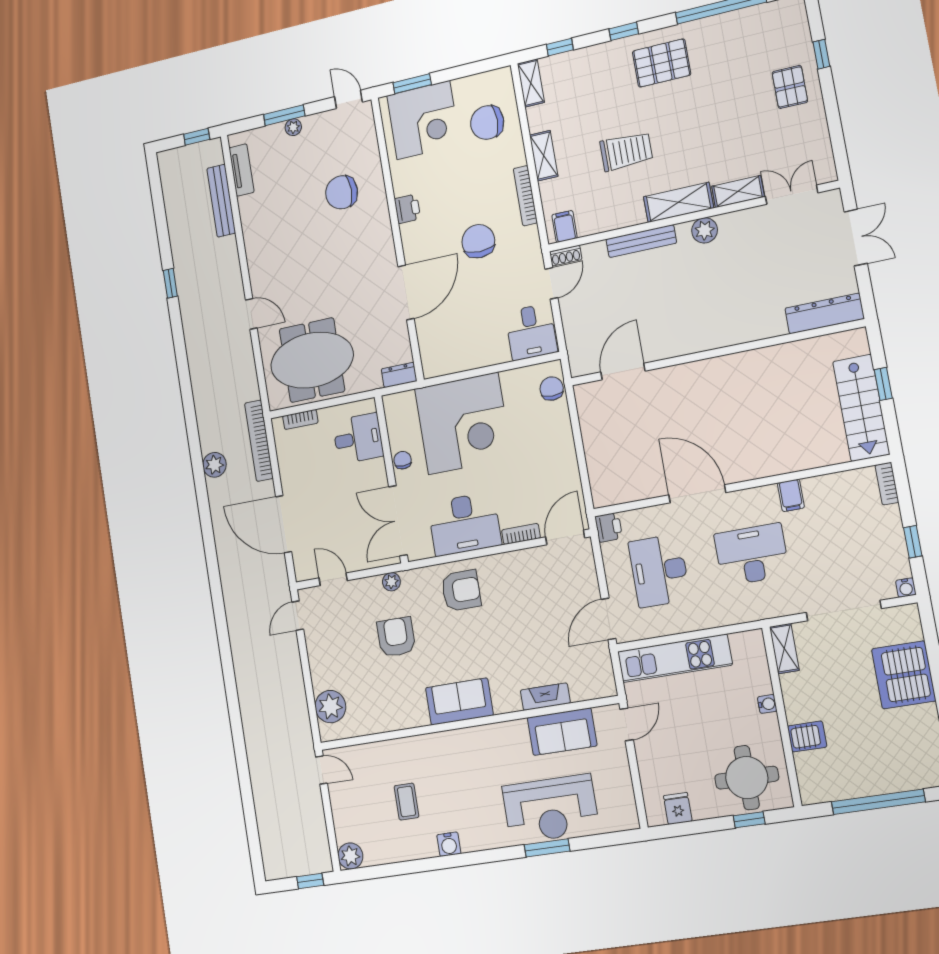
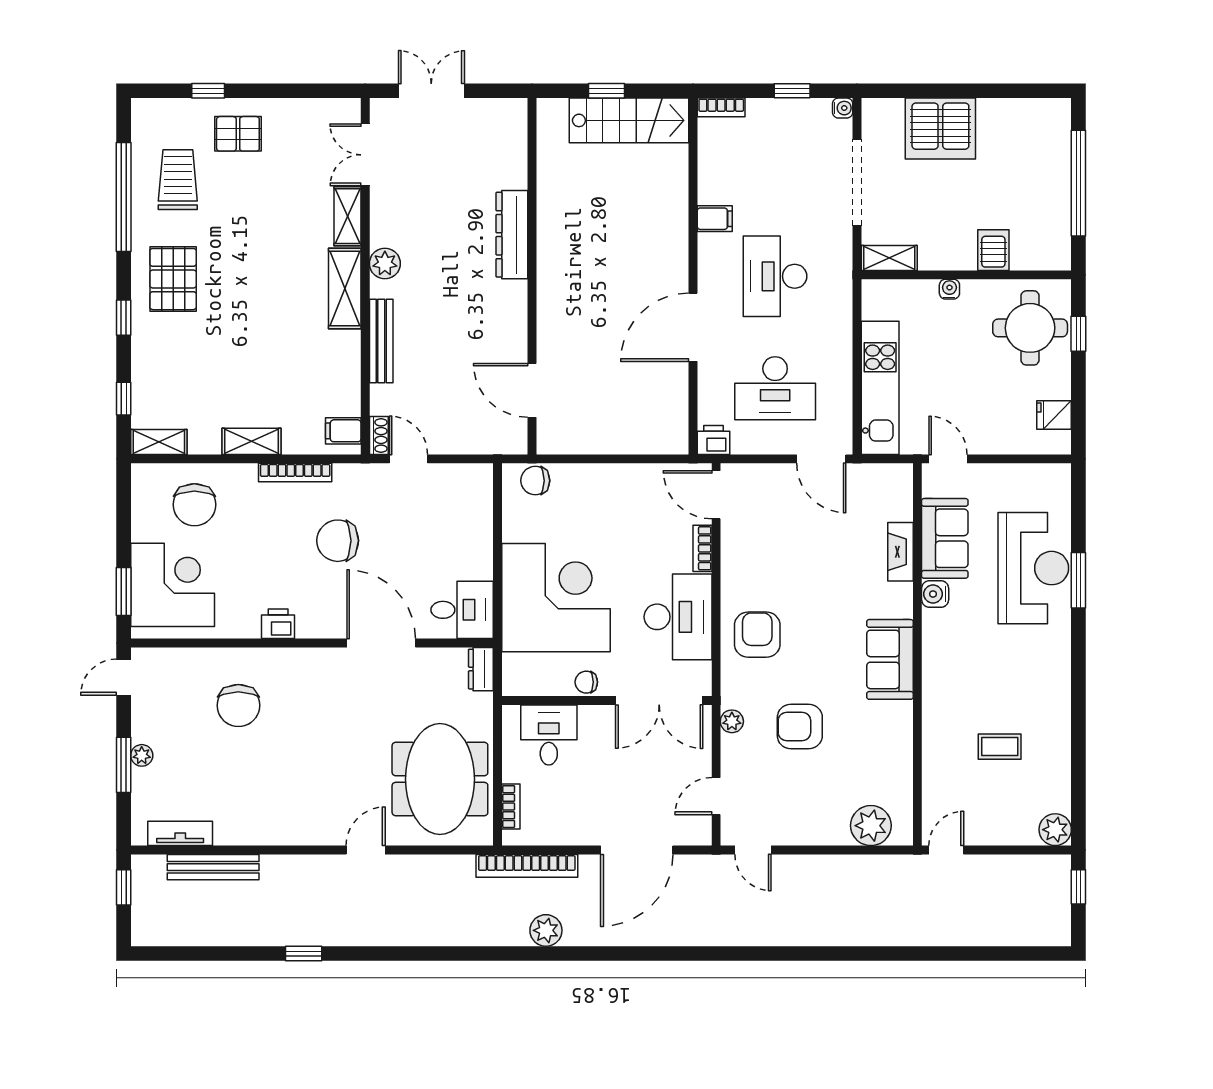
trolley: (626, 151) -> (178, 180), moved
dresser: (825, 313) -> (512, 235), moved
desk: (531, 332) -> (462, 610), moved
water cooler: (449, 844) -> (935, 594), moved, turned 180

